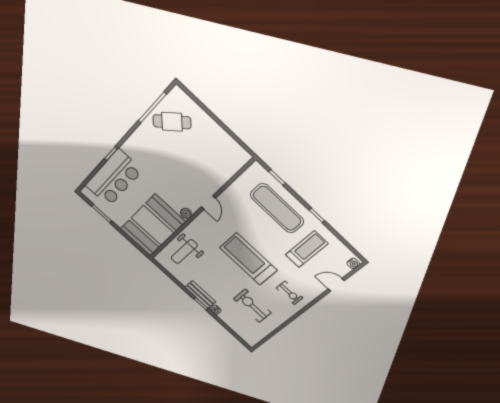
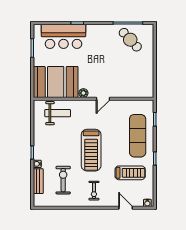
weight bench: (184, 252) -> (58, 113), turned 180
treadmill: (248, 259) -> (91, 150), turned 180
bench: (200, 295) -> (38, 181), moved

